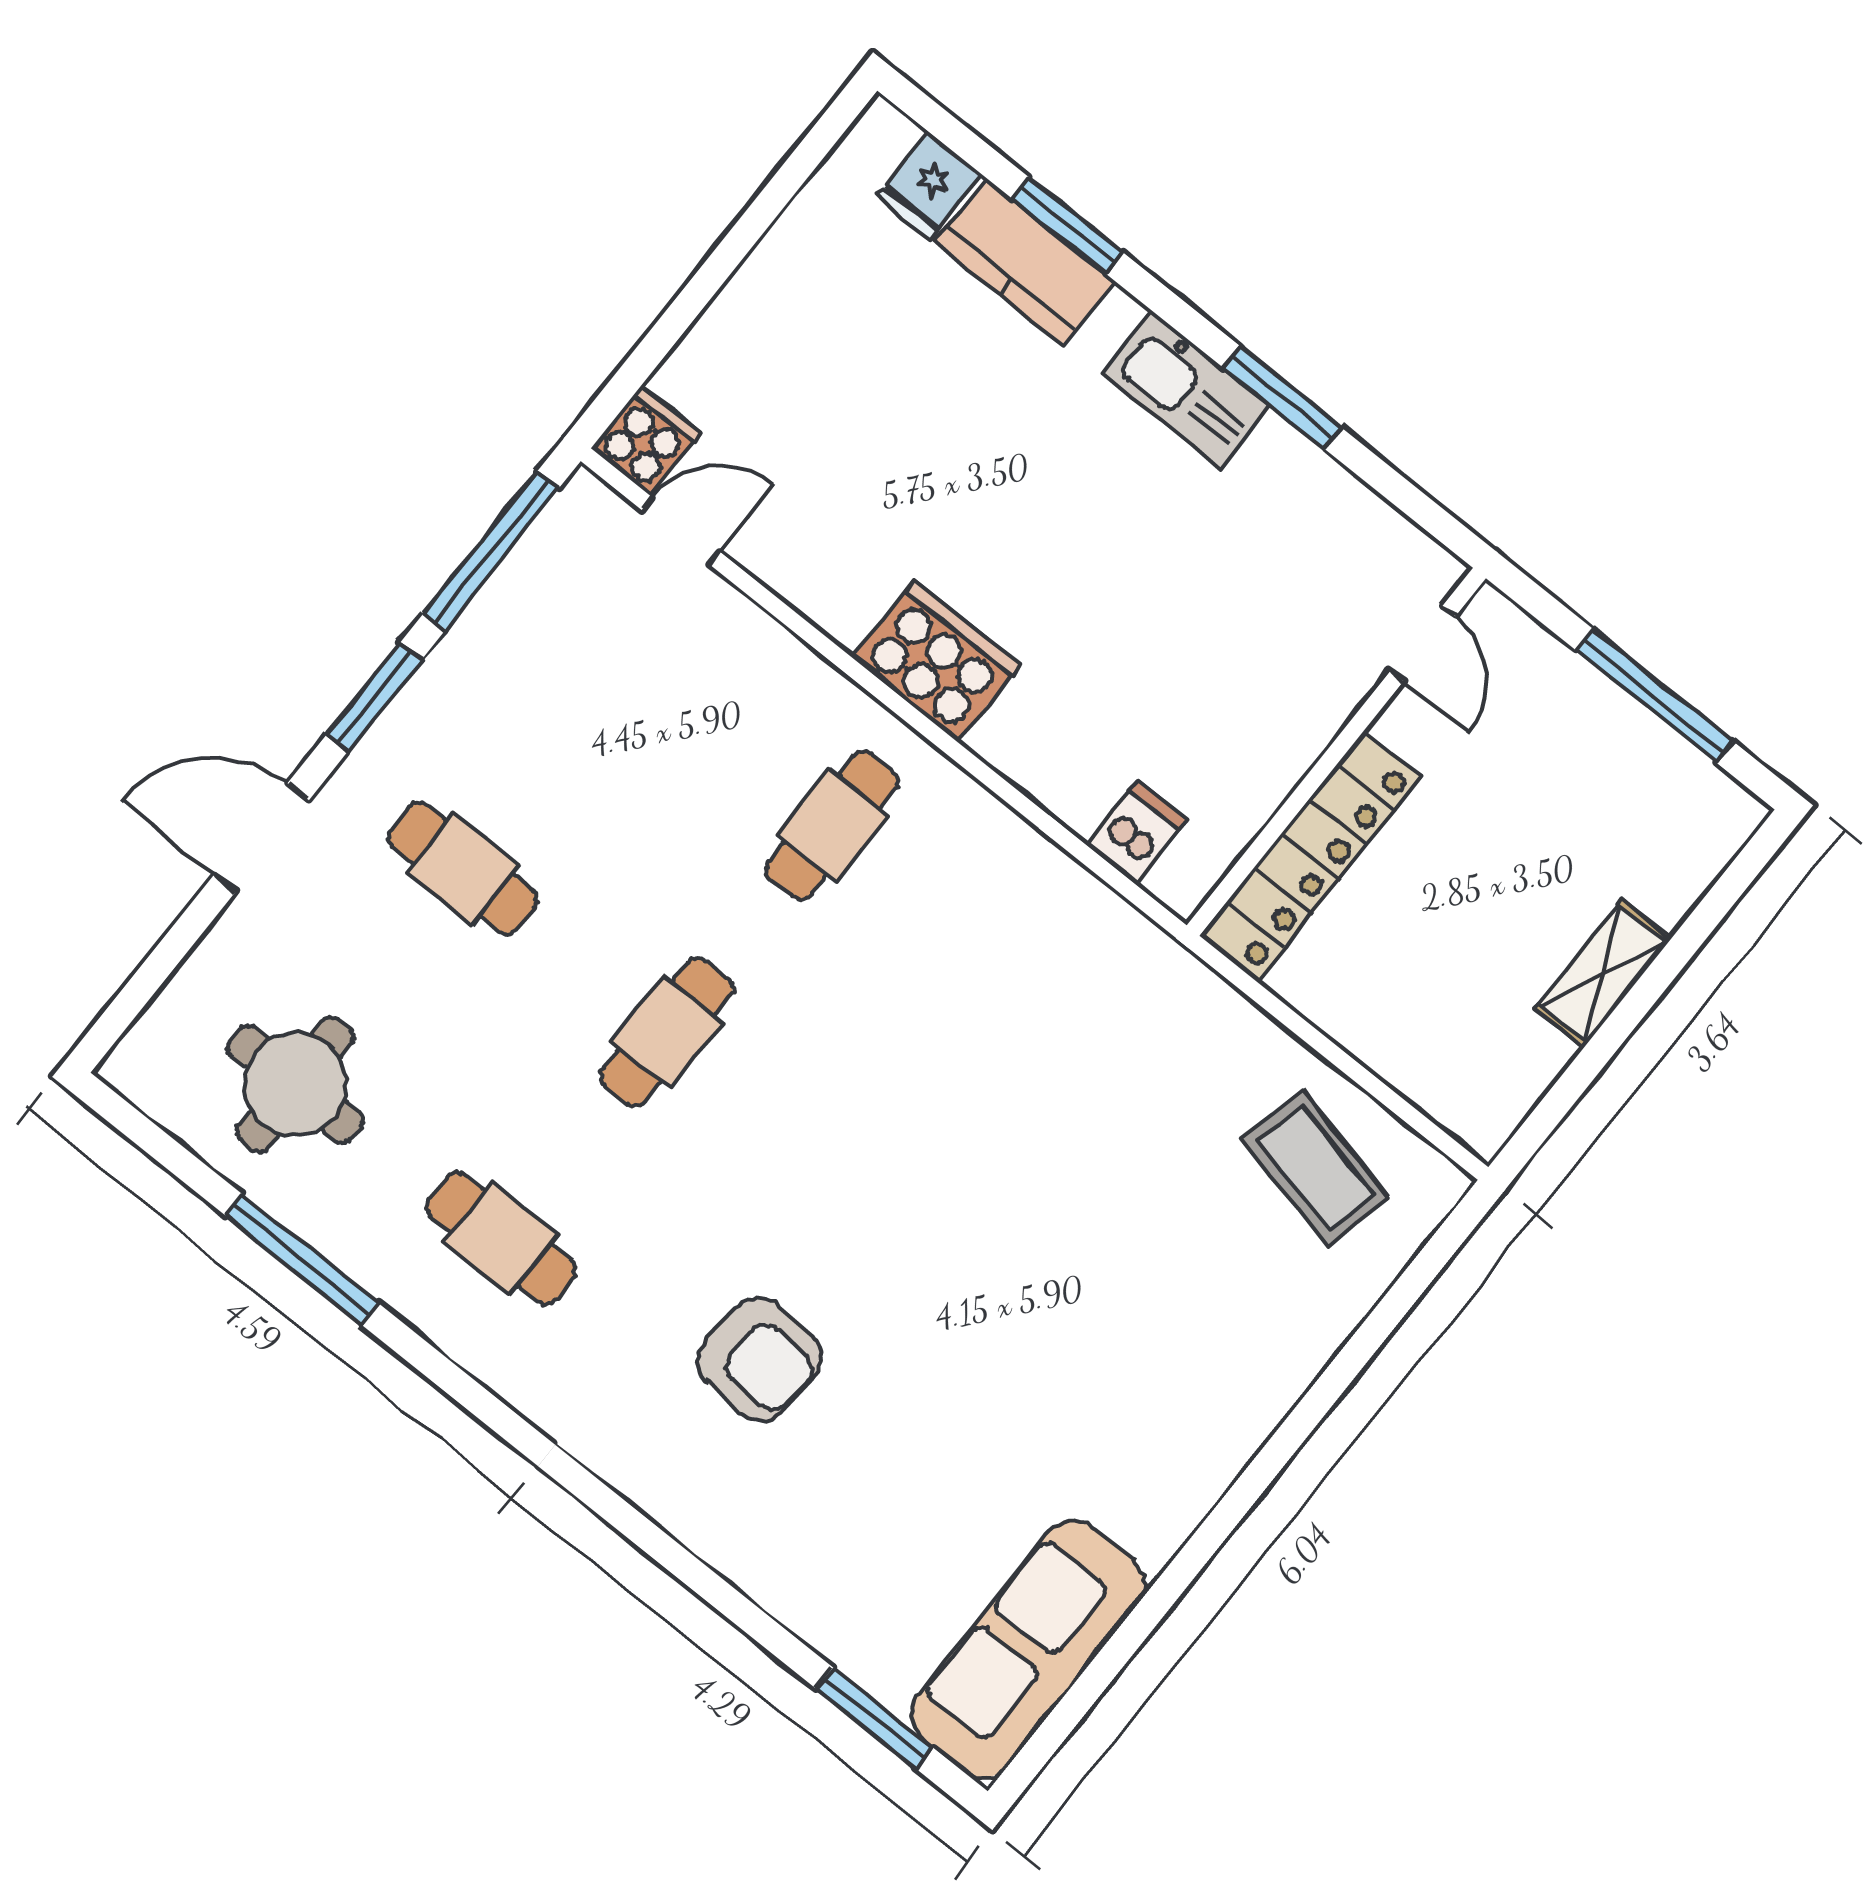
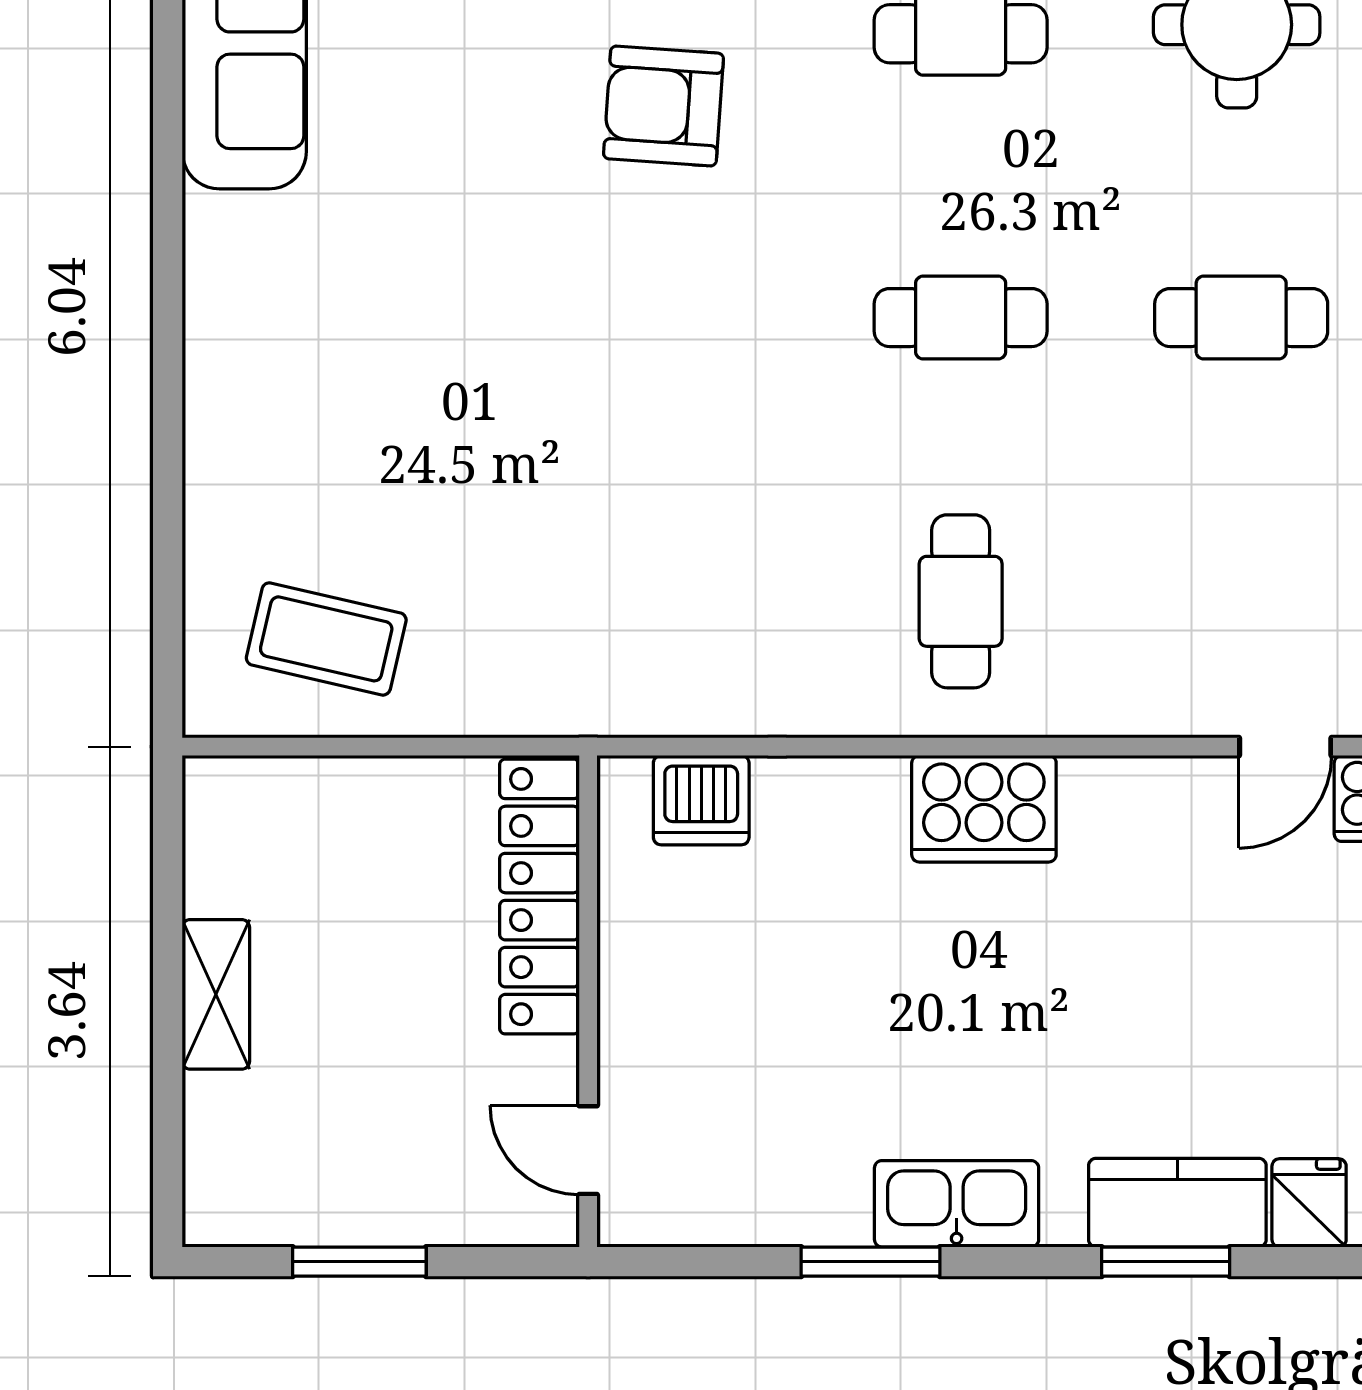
window: (1654, 696) -> (359, 1262), width x0.69
dishwasher: (1137, 832) -> (701, 800), width x1.38
cafe table: (667, 1032) -> (961, 318), turned 90

